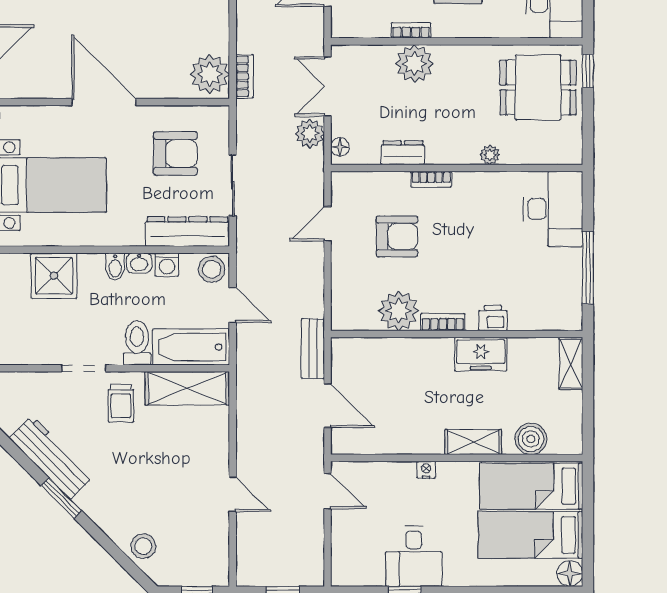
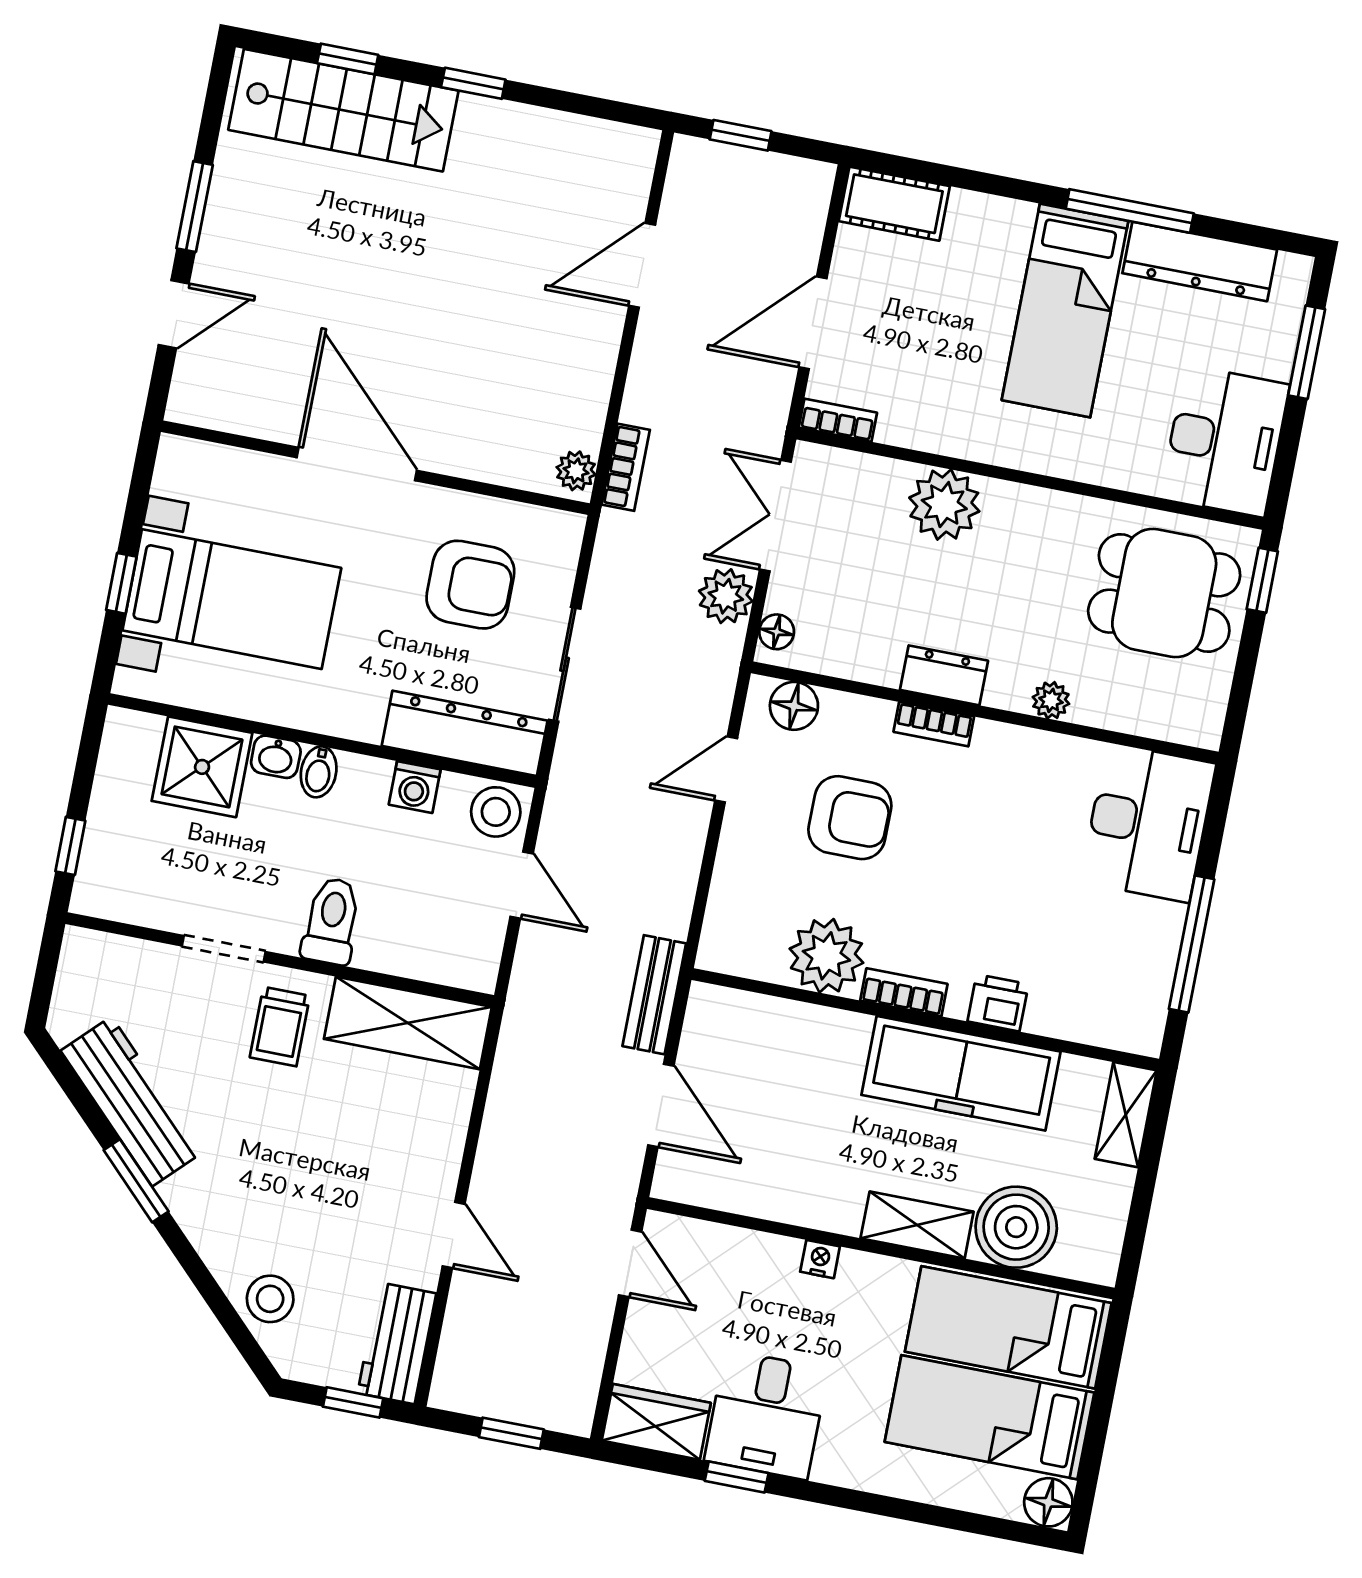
bookcase: (411, 30) -> (838, 420), moved
plant: (210, 74) -> (576, 471), width x0.53, depth x0.53
dresser: (403, 153) -> (944, 675), moved
floor lamp: (356, 184) -> (794, 706), added
washbasin: (139, 263) -> (276, 757), moved
bathtub: (191, 347) -> (430, 948), removed
freezer: (481, 354) -> (961, 1073), width x1.91, depth x1.26
boiler: (531, 439) -> (1016, 1227), width x1.37, depth x1.37
workbench: (214, 556) -> (397, 1343), added
wardrobe: (357, 571) -> (656, 1422), added

